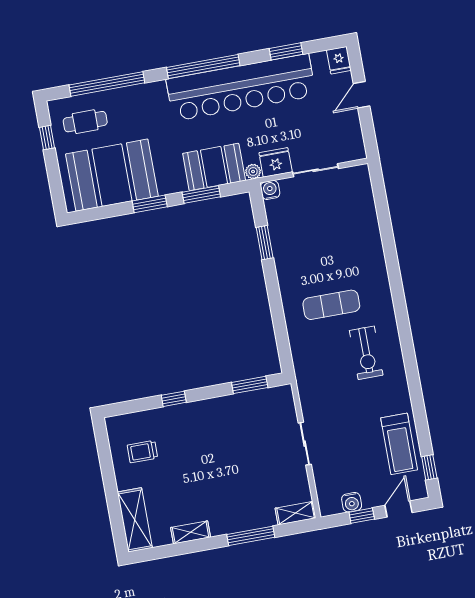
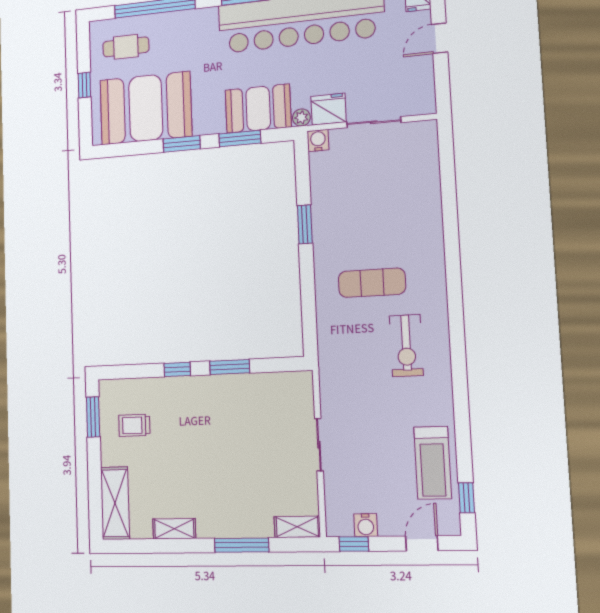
window: (47, 138) -> (84, 85), moved
window: (265, 243) -> (305, 224), moved
window: (250, 385) -> (230, 367), moved
window: (104, 450) -> (93, 417), added
window: (362, 516) -> (354, 544), moved

